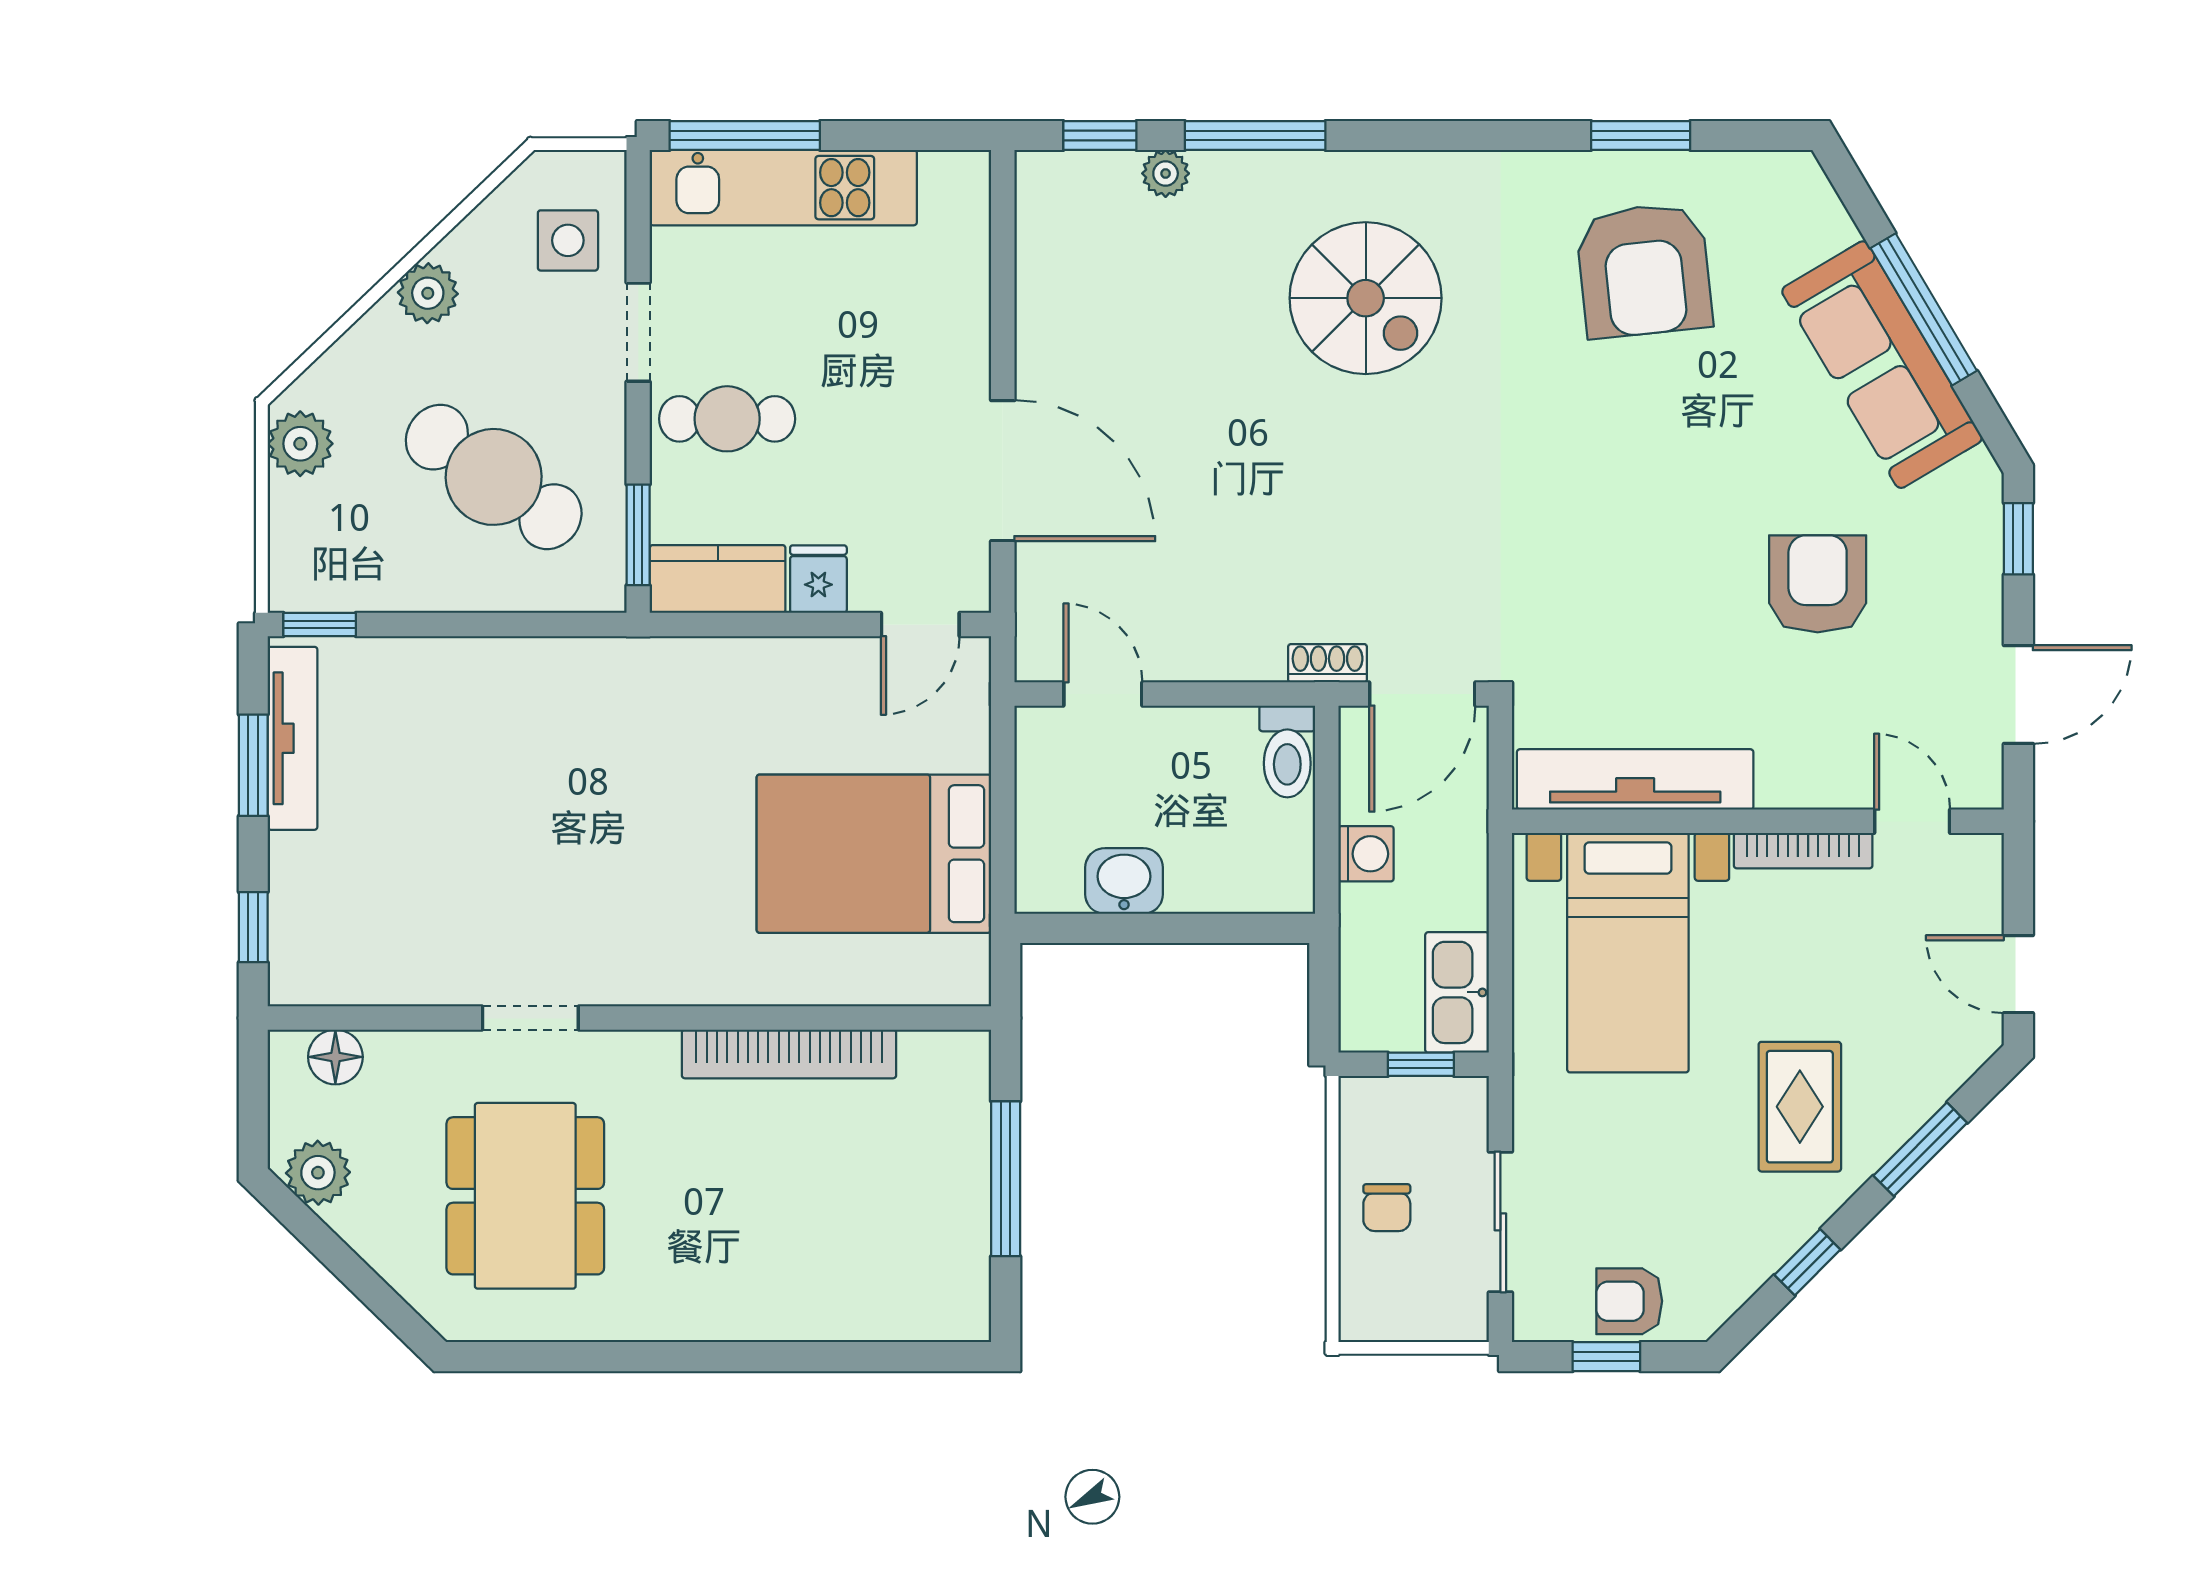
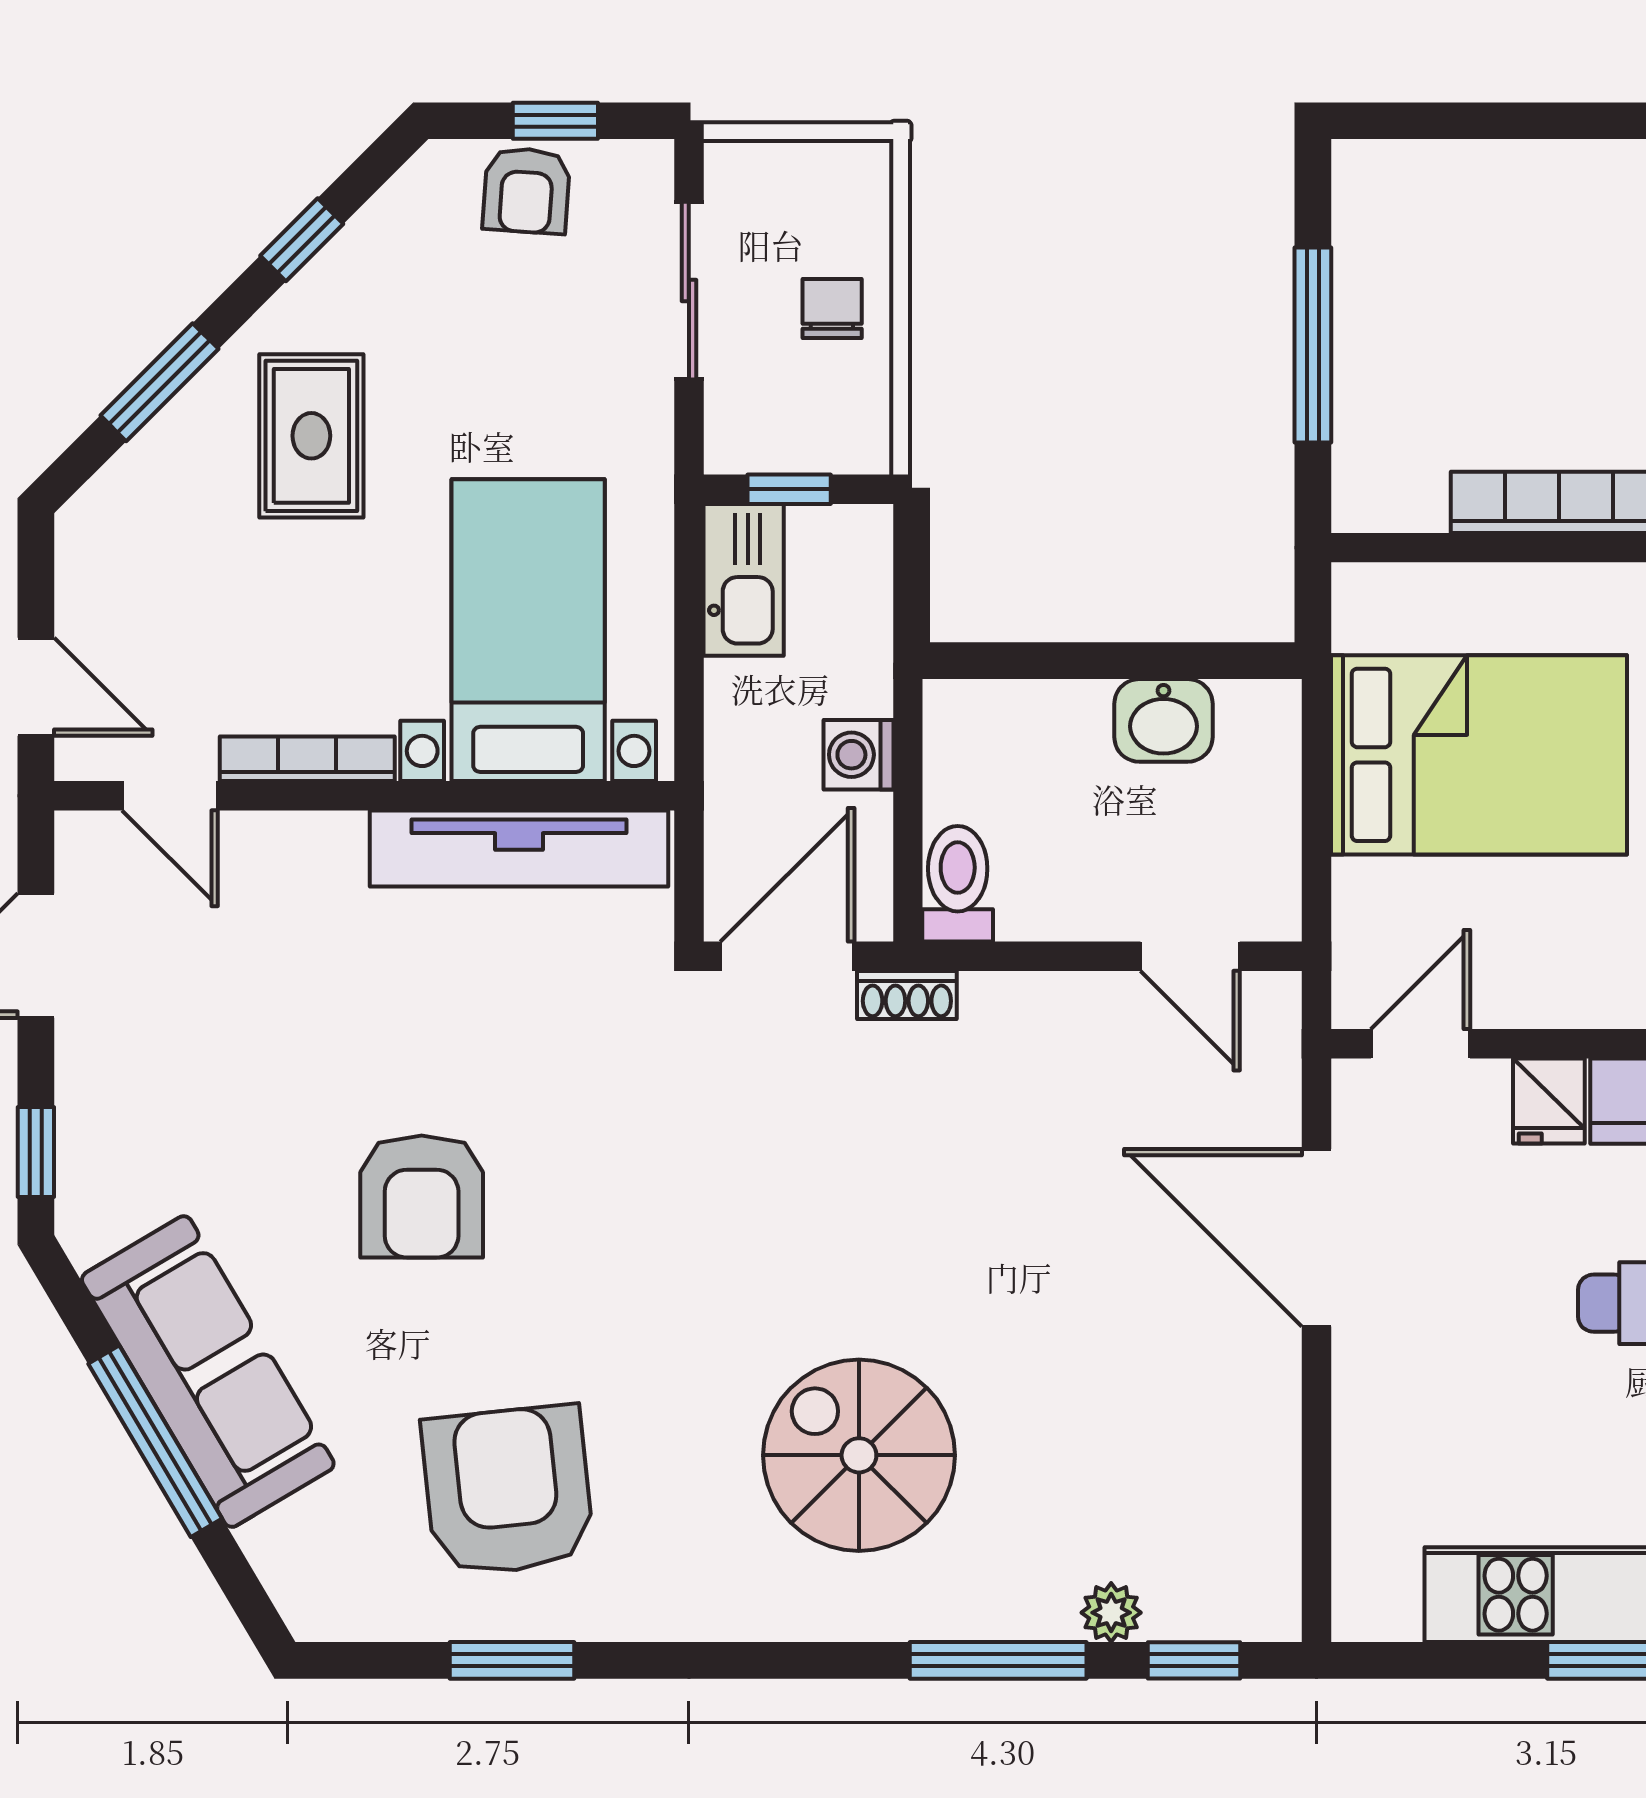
armchair: (1818, 584) -> (422, 1197), moved
door: (2018, 974) -> (36, 687), moved
armchair: (1629, 1301) -> (526, 190), turned 94

